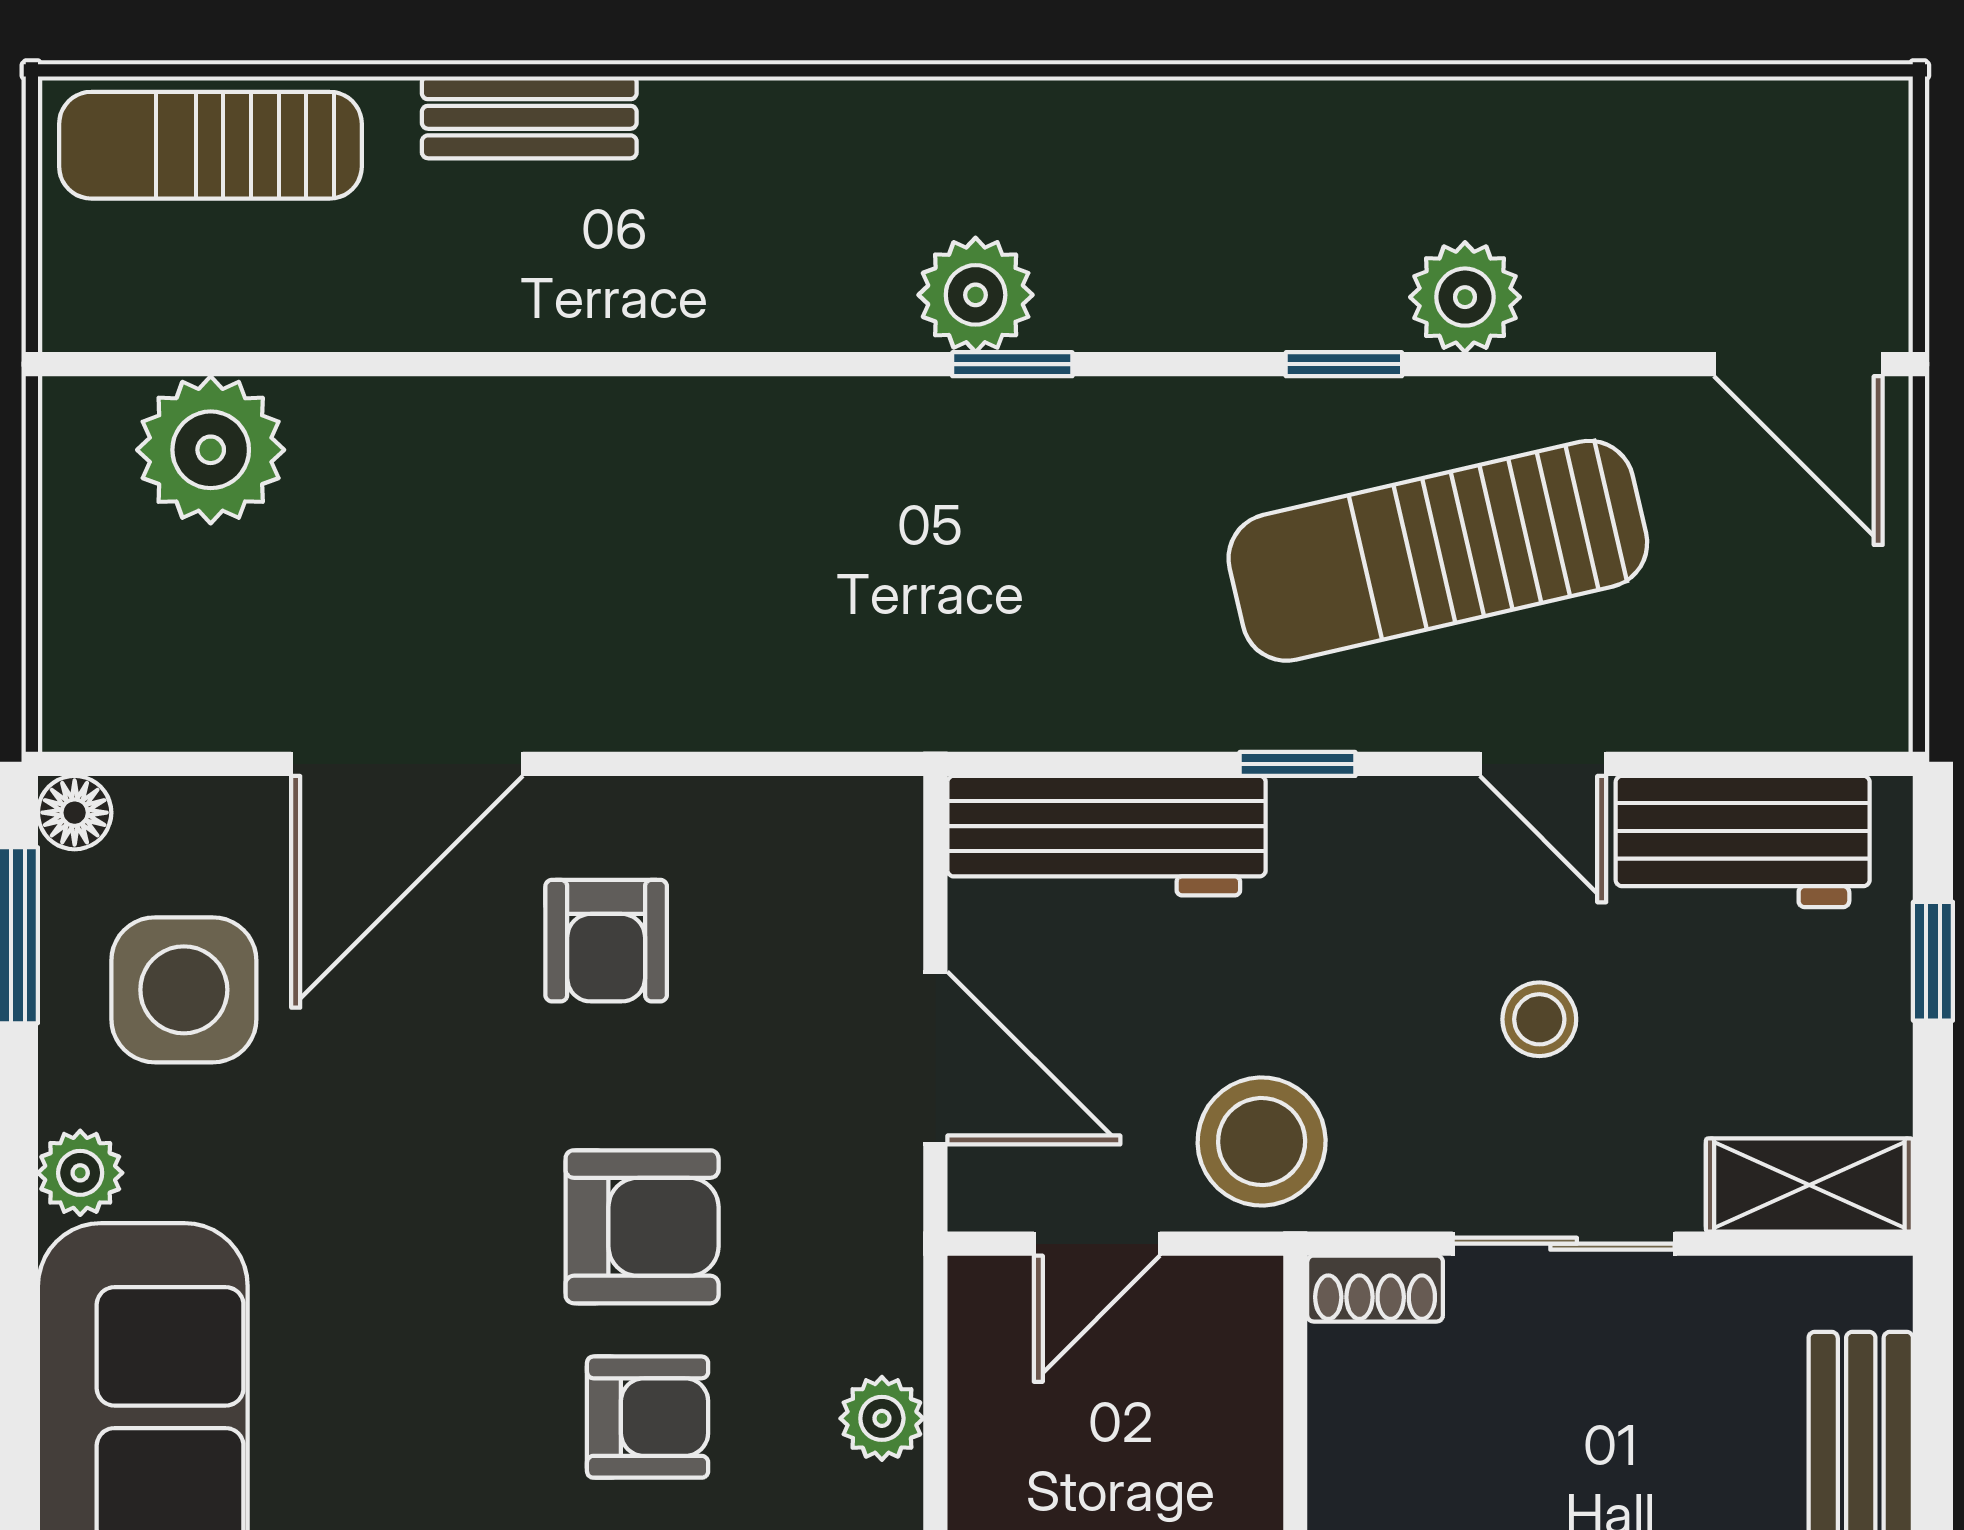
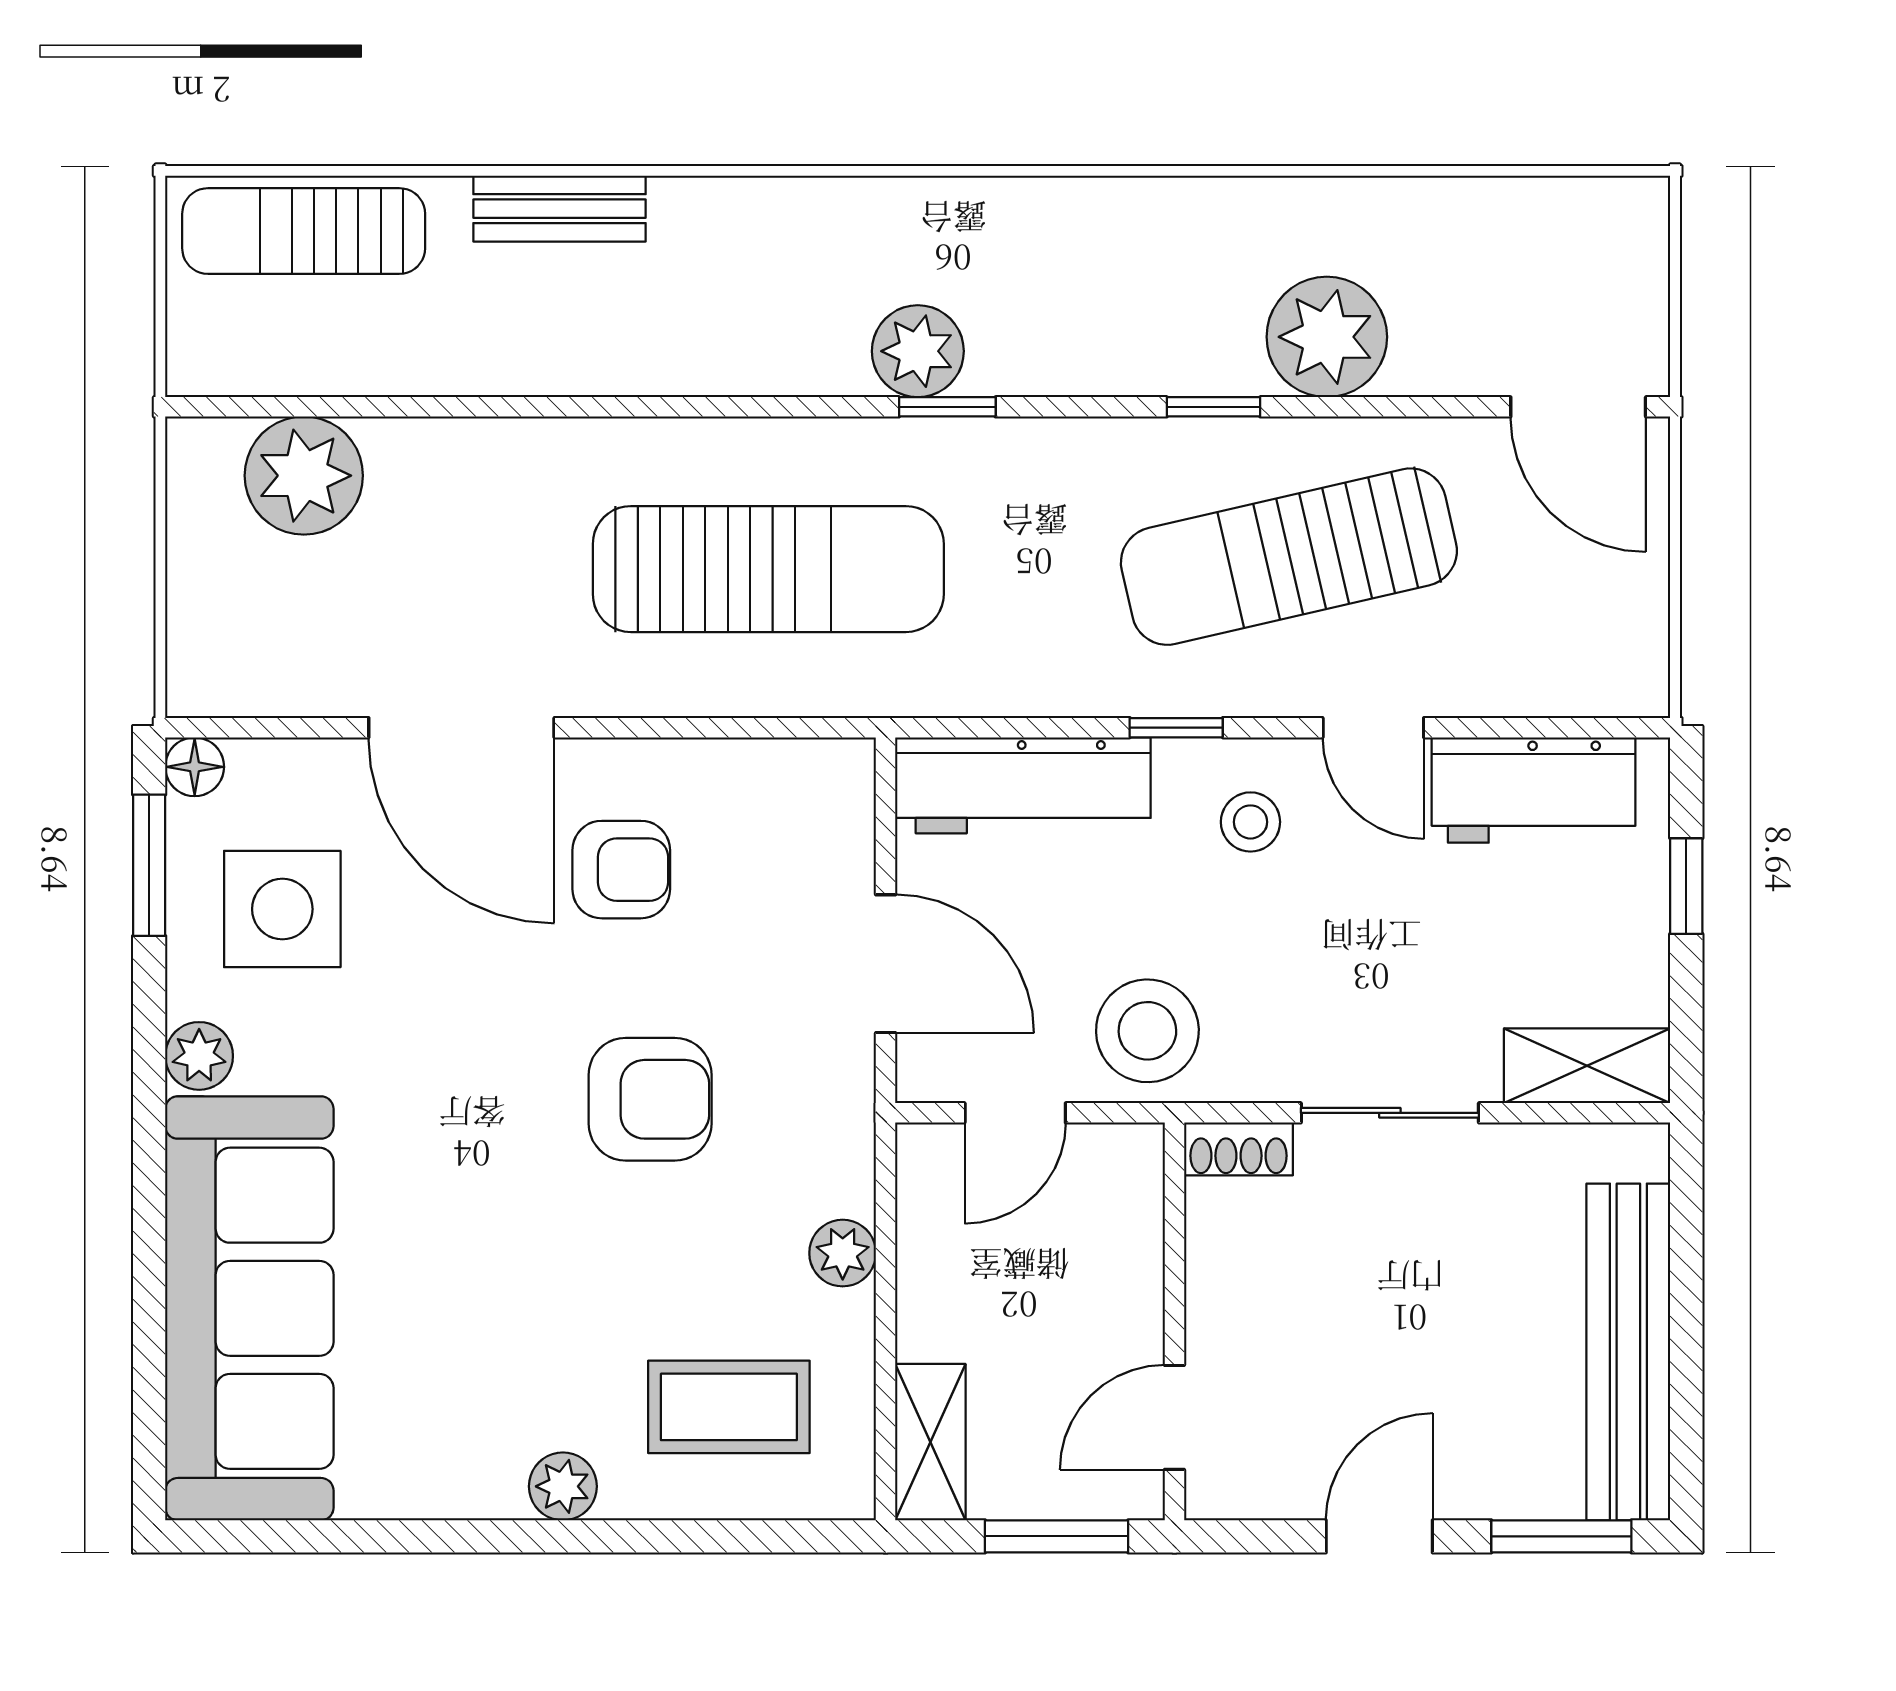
plant: (1465, 297) -> (1327, 337), width x1.36, depth x1.36
sun lounger: (789, 566) -> (768, 569), added
door: (407, 764) -> (461, 728), hinge flipped
armchair: (606, 941) -> (621, 870), turned -90
stool: (1539, 1019) -> (1250, 822), moved
armchair: (648, 1417) -> (655, 1252), removed

